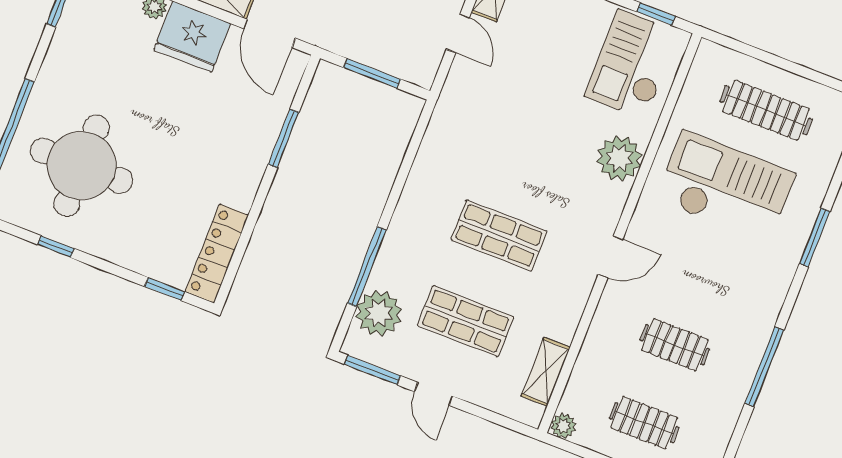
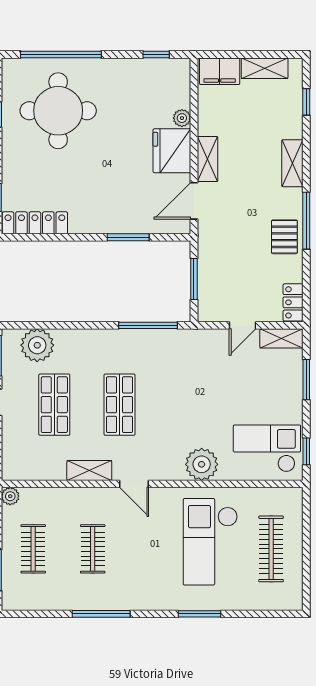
checkout: (726, 186) -> (210, 542), turned 180
window: (367, 267) -> (148, 325), moved
shelving: (546, 372) -> (89, 471), moved

